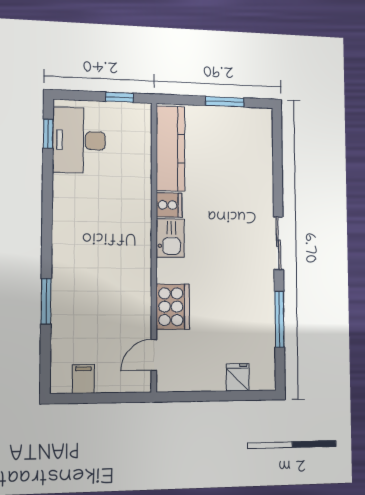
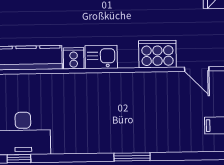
window: (46, 301) -> (132, 157), moved

